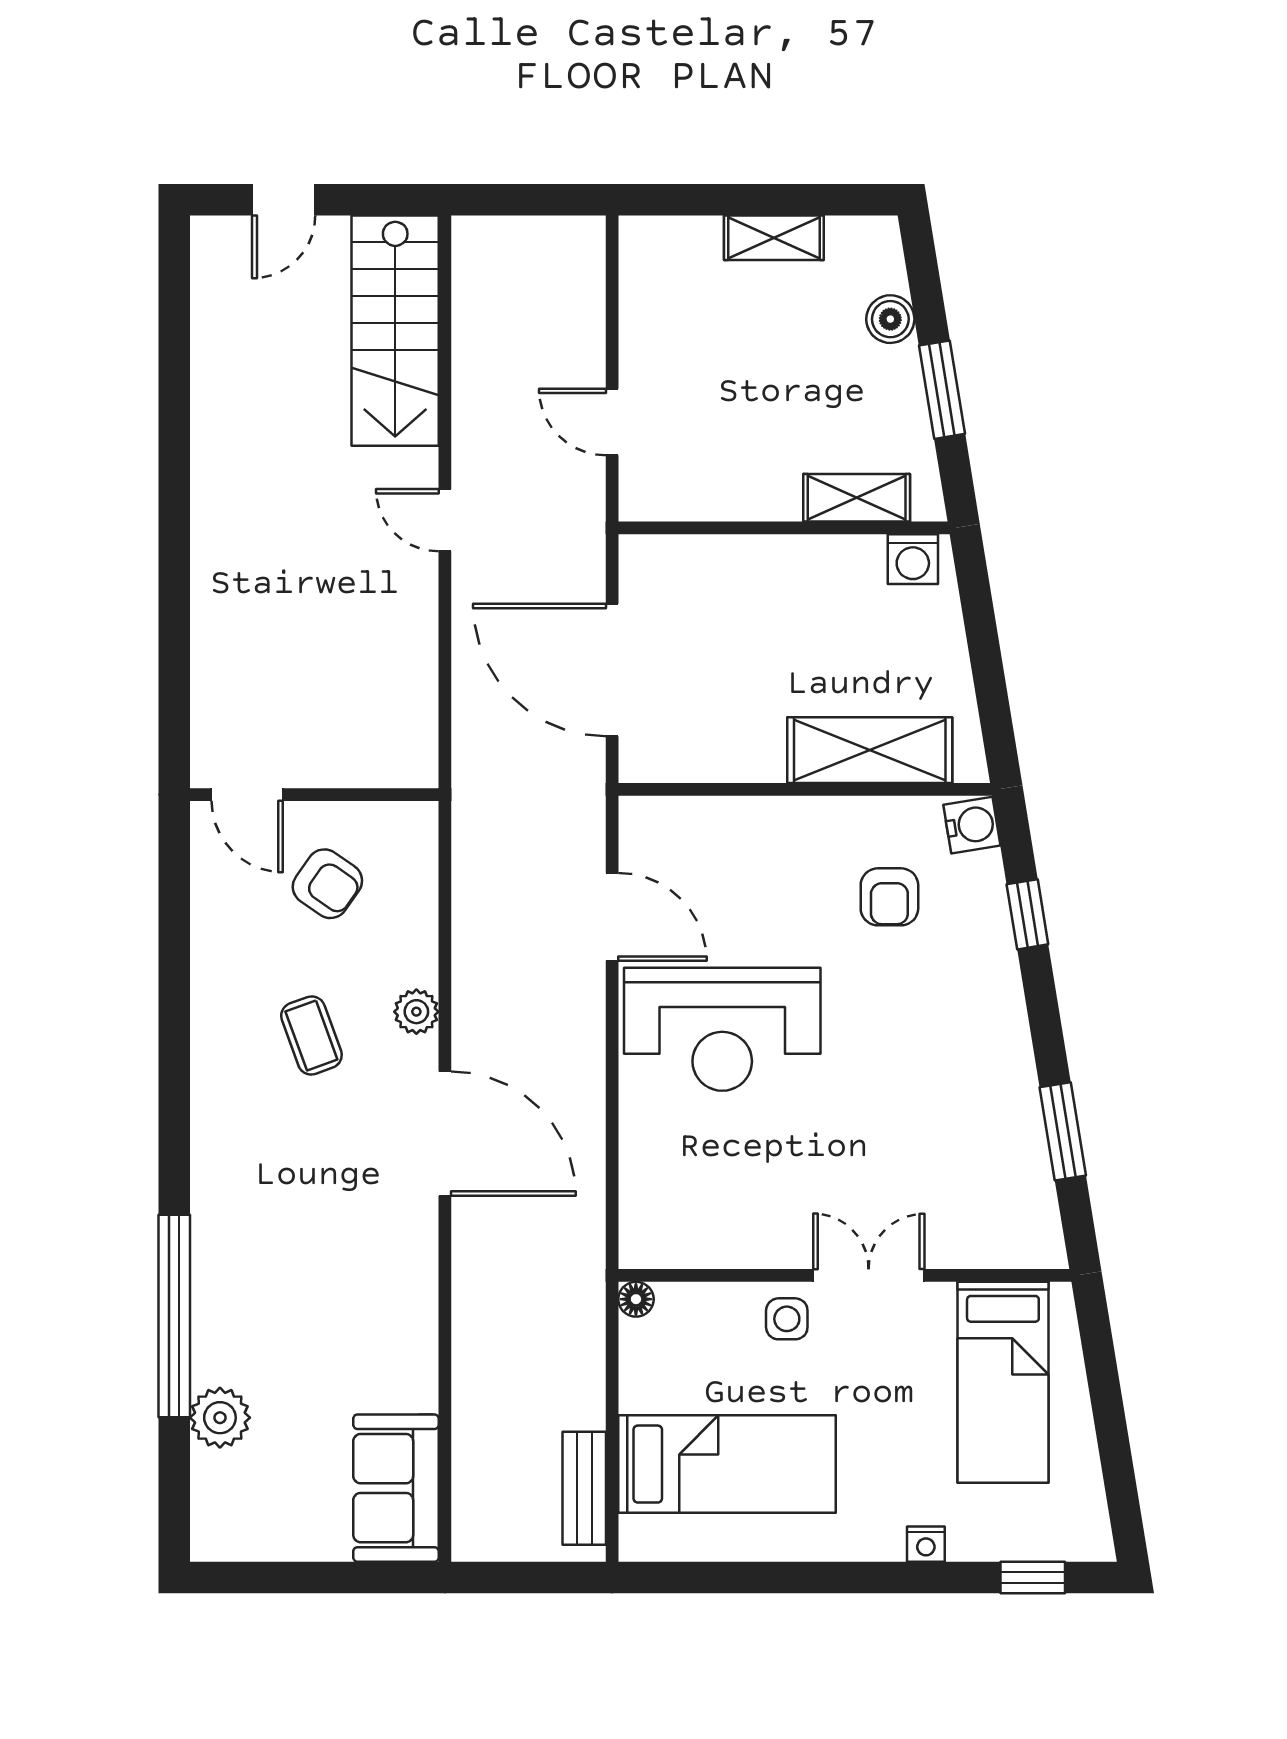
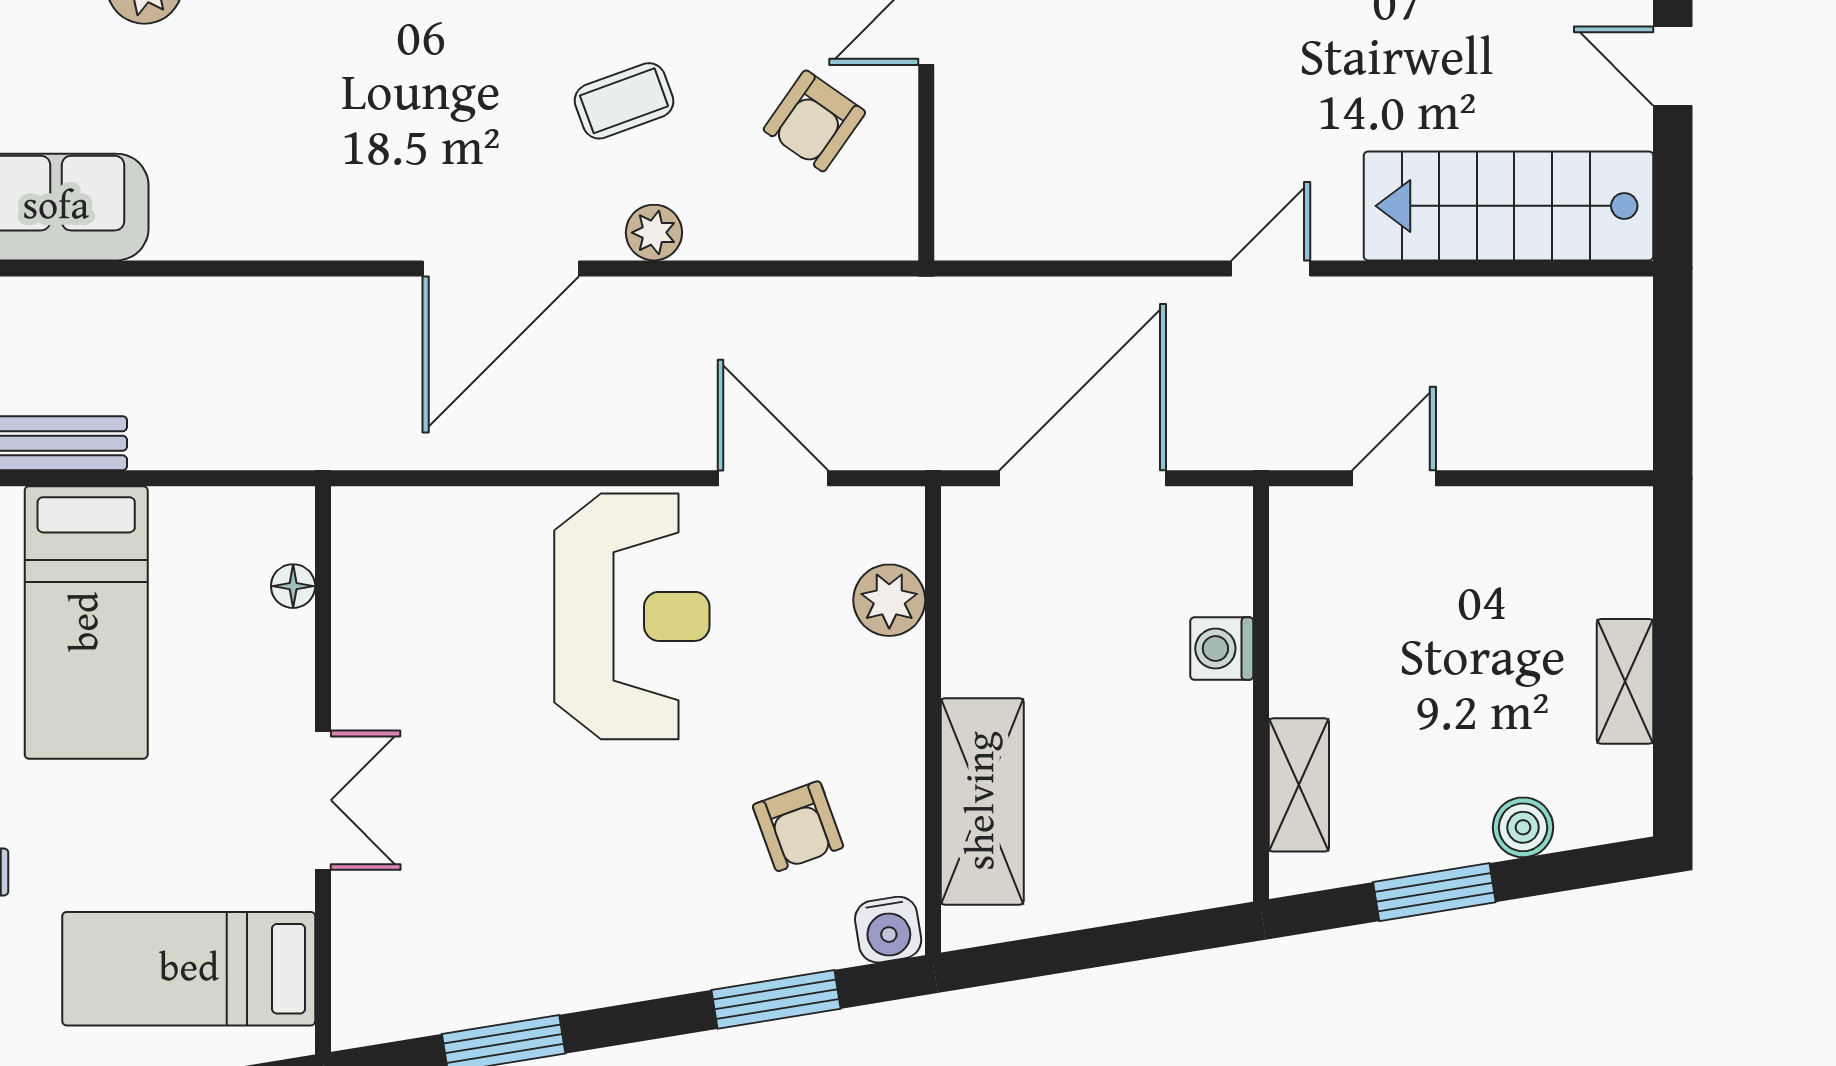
washing machine: (913, 559) -> (1222, 649), moved
plant: (709, 824) -> (889, 600), added
armchair: (889, 897) -> (798, 826), turned -110
window: (1027, 914) -> (776, 999), width x1.50
door: (612, 917) -> (773, 478), swing flipped
reception desk: (722, 1029) -> (632, 616), turned 180
floor lamp: (636, 1299) -> (293, 586), moved
side table: (787, 1319) -> (268, 697), removed

